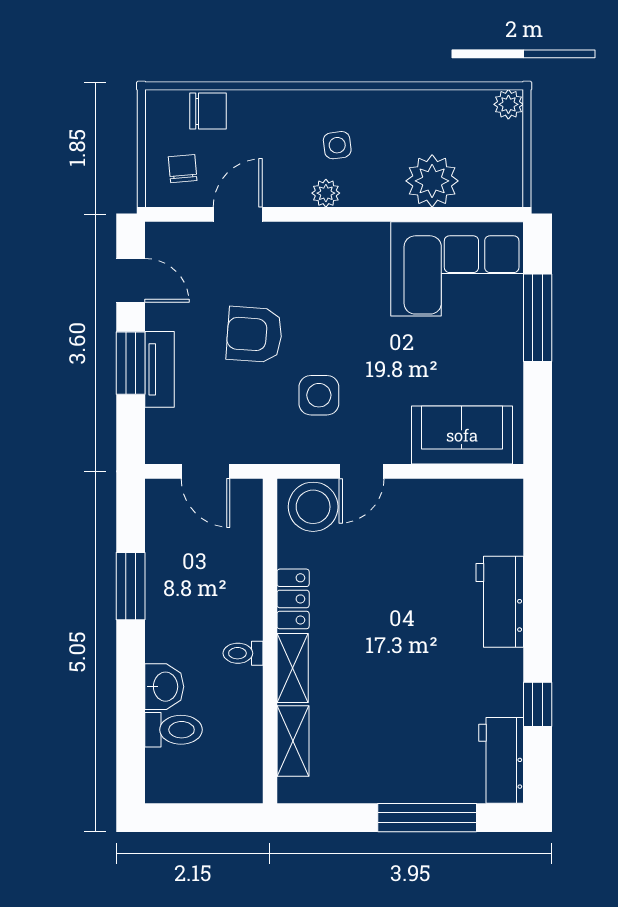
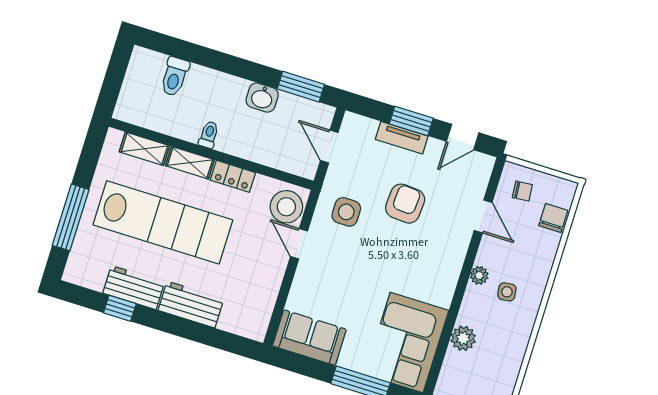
chair: (208, 111) -> (553, 218), turned 180
plant: (432, 181) -> (463, 338), width x0.73, depth x0.73
side table: (319, 395) -> (346, 212), moved
sofa: (462, 435) -> (309, 338), moved, turned -90
door: (205, 471) -> (329, 147), hinge flipped
window: (131, 586) -> (301, 87), moved
lab bench: (392, 680) -> (163, 222), added
washbasin: (164, 687) -> (262, 98), moved
workbench: (501, 760) -> (134, 288), moved

